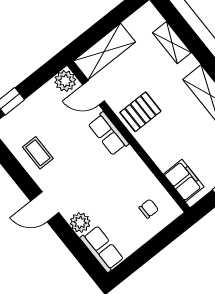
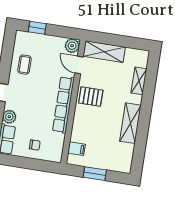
row of seats: (108, 134) -> (63, 105), width x2.02
filing cabinet: (184, 180) -> (77, 149), width x0.50
chair: (149, 209) -> (35, 145), moved

